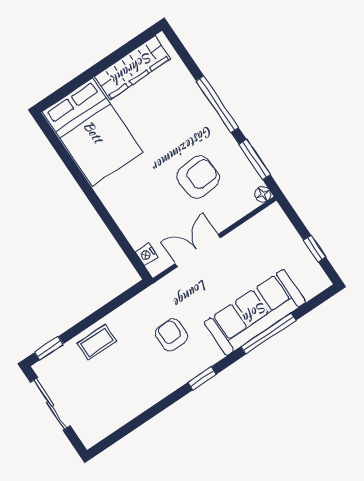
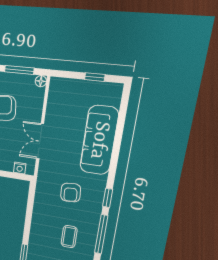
window: (268, 334) -> (101, 234), moved
armchair: (171, 335) -> (71, 192), turned -94
coffee table: (97, 342) -> (69, 237), moved

